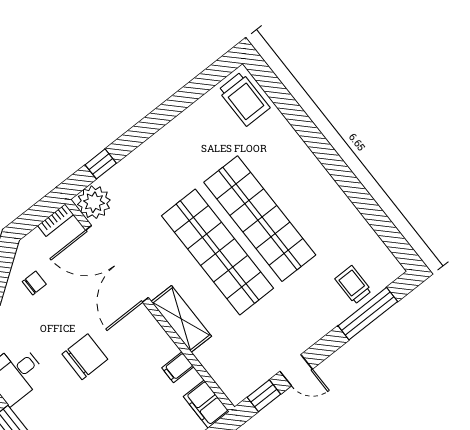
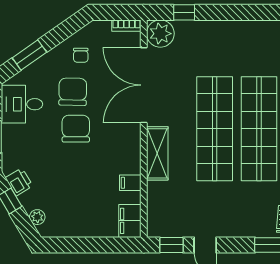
chair: (34, 283) -> (81, 55), turned 90
chair: (54, 324) -> (73, 92), added
chair: (85, 357) -> (76, 129), turned -90

